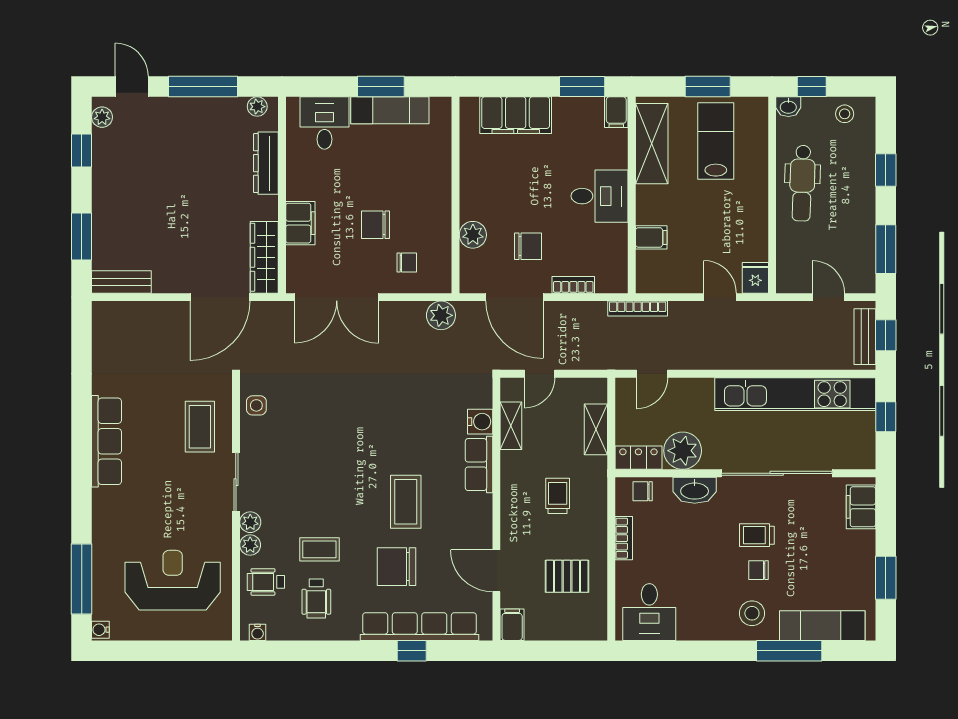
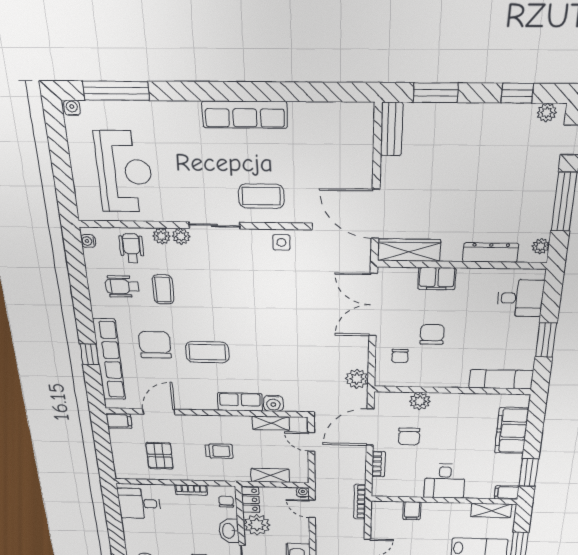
exam couch: (390, 110) -> (501, 379), moved, turned 90
shelving: (652, 144) -> (491, 510), width x0.67, depth x0.75
water cooler: (624, 386) -> (303, 492), added

